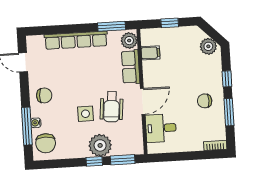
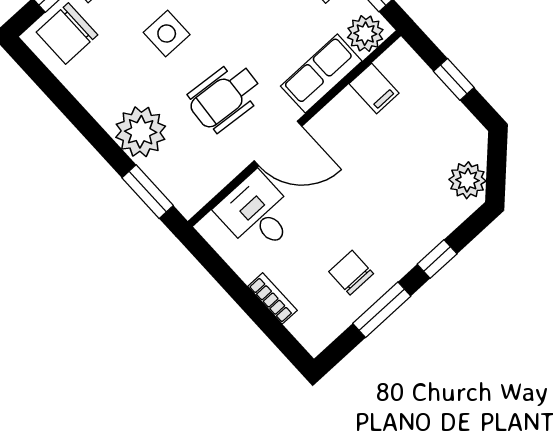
chair: (205, 101) -> (351, 273), moved
side table: (85, 114) -> (167, 34), moved
bookcase: (215, 145) -> (272, 298), moved
window: (94, 161) -> (104, 144), removed

